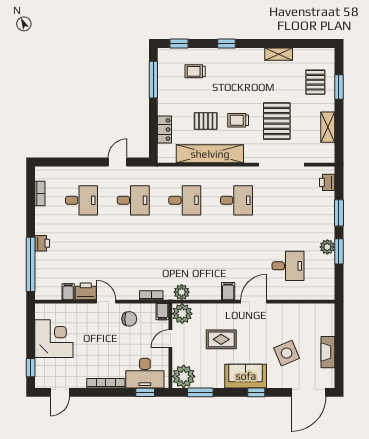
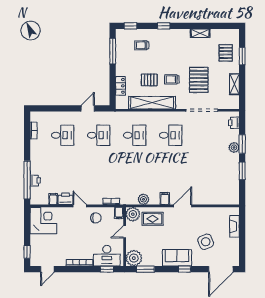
printer: (42, 243) -> (35, 181), moved
plant: (327, 247) -> (234, 147), moved
desk: (288, 266) -> (207, 181), removed
plant: (182, 292) -> (143, 199), moved
corner desk: (54, 339) -> (43, 221), moved
rug: (221, 339) -> (153, 219), moved
fireplace: (328, 352) -> (234, 226), moved

